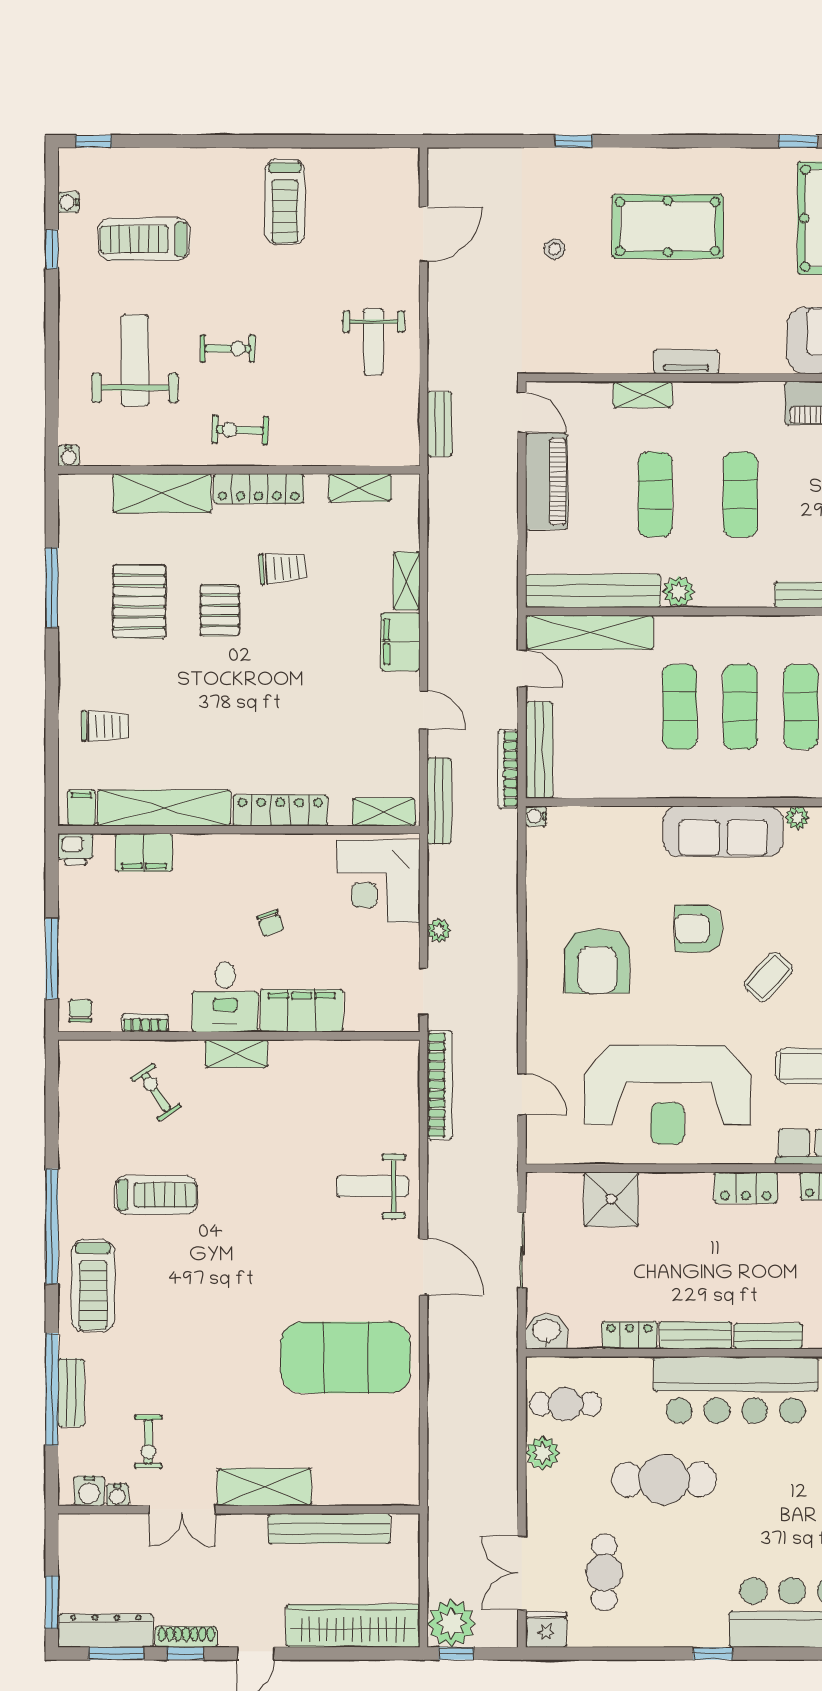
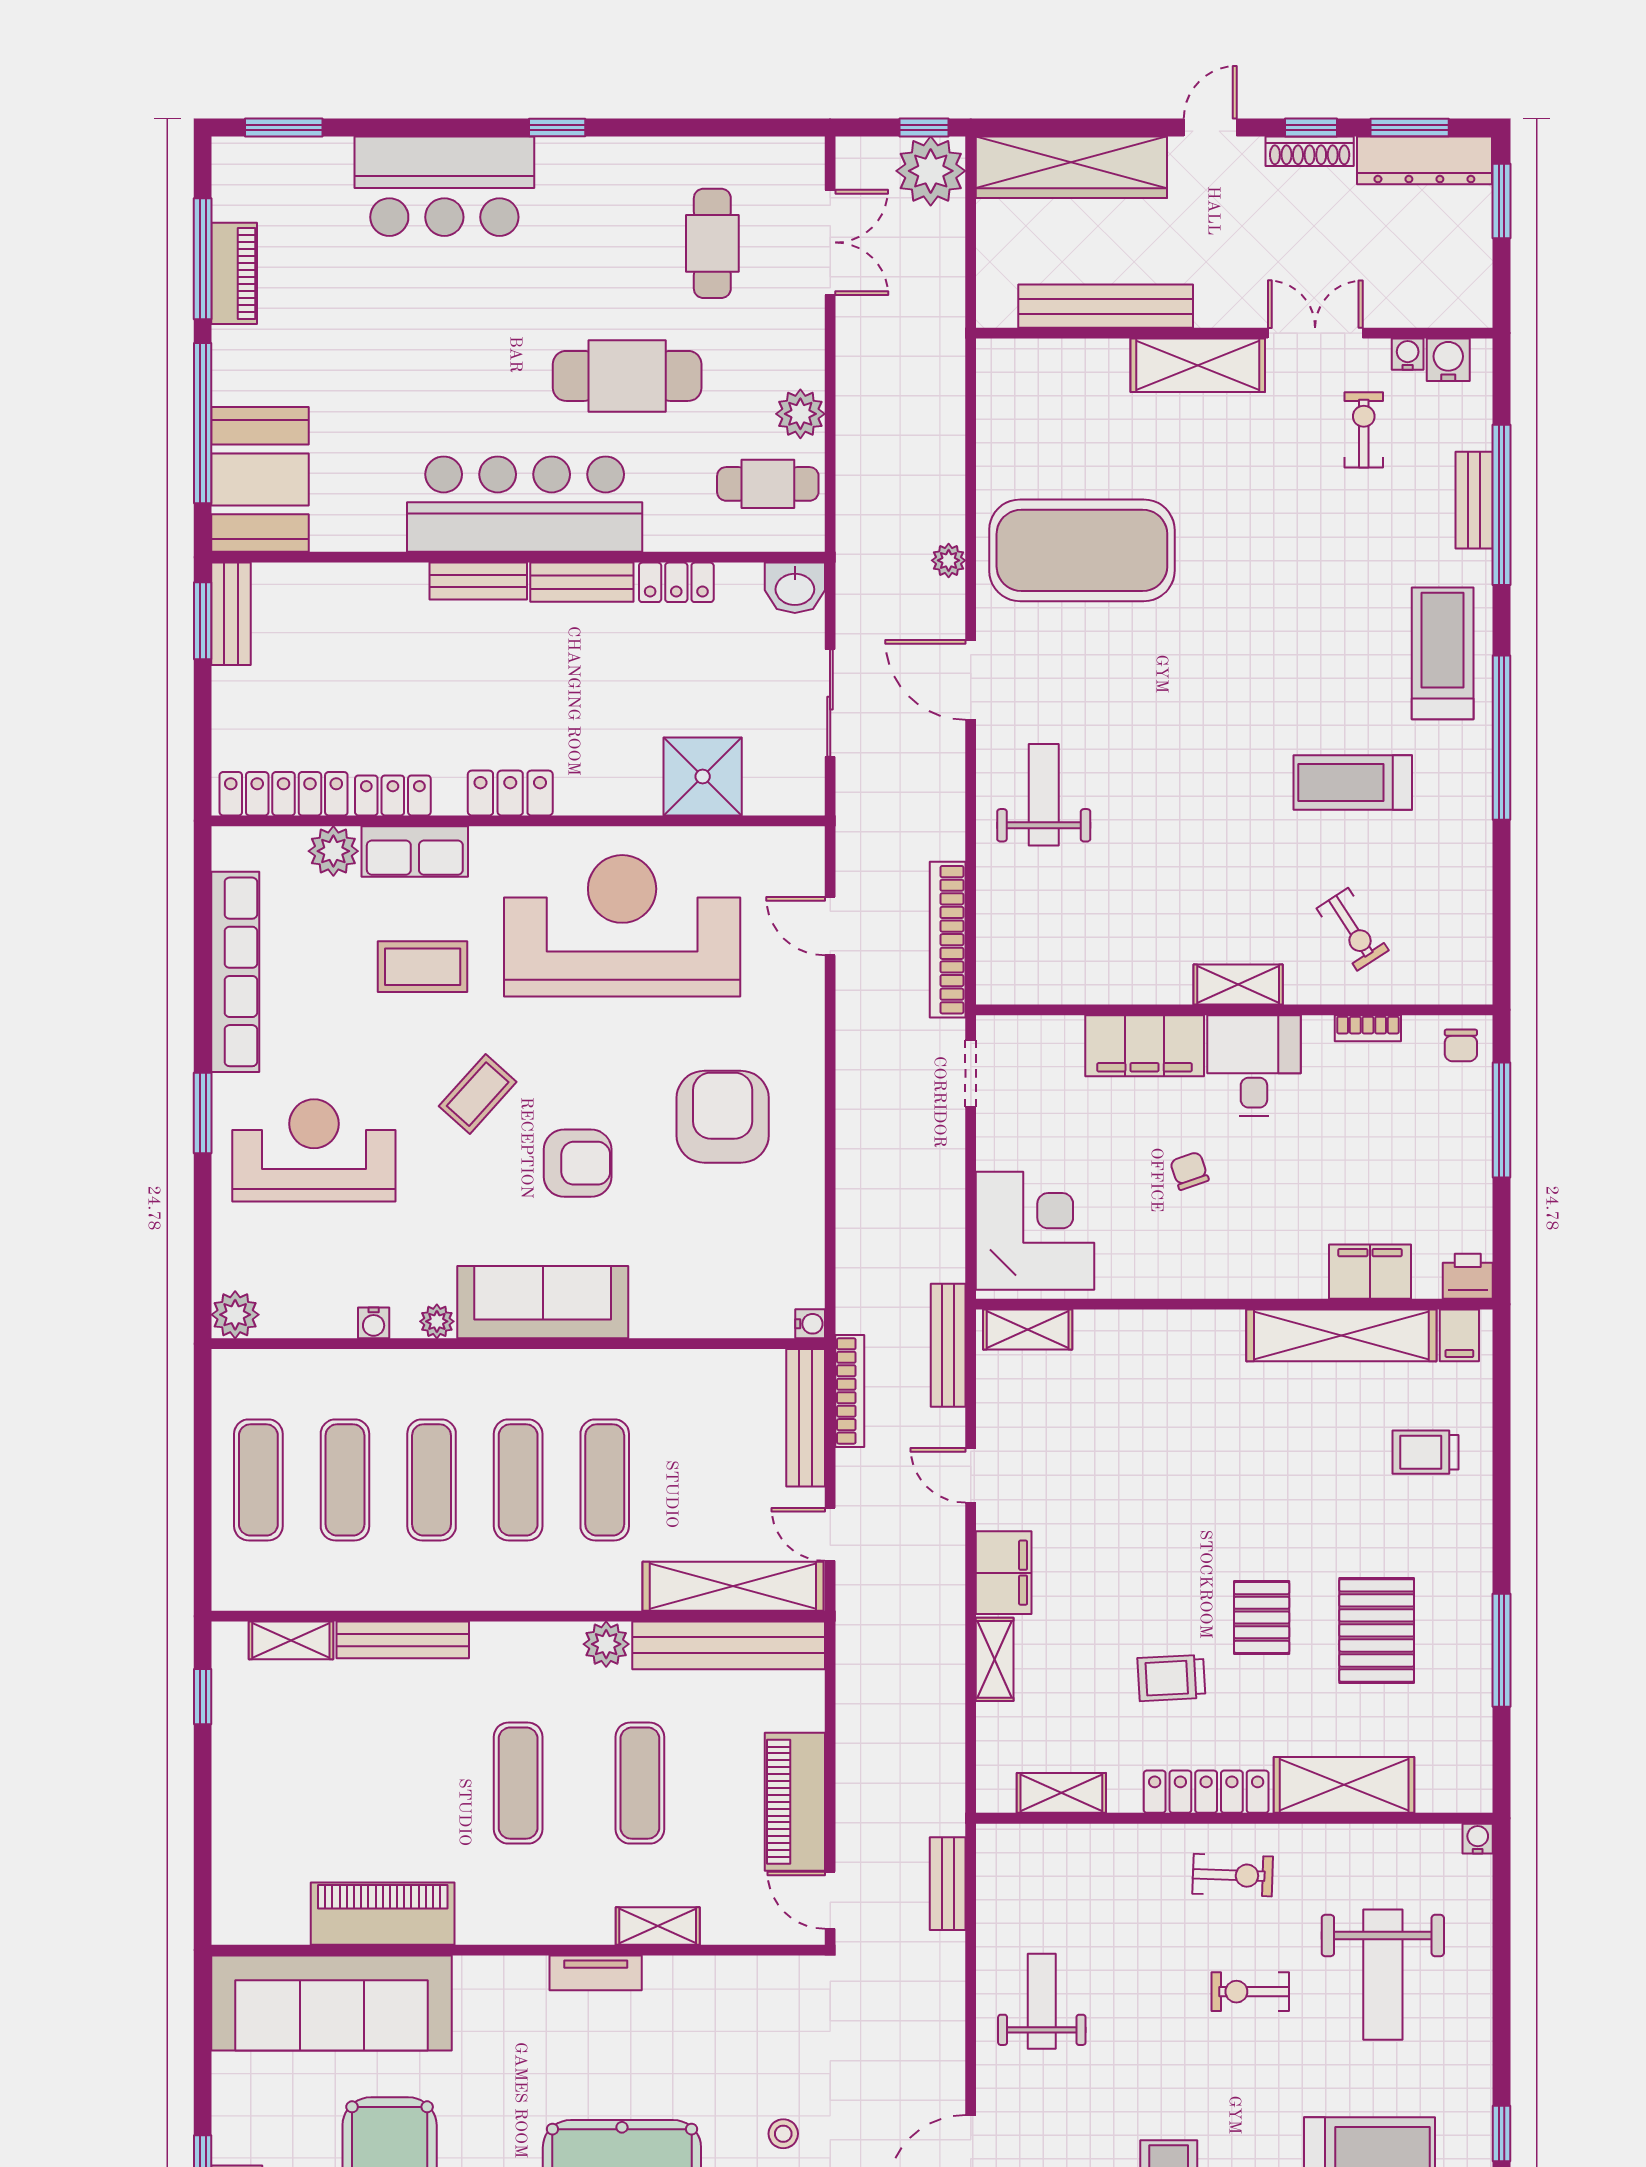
locker: (280, 810) -> (1175, 1332), removed
plant: (439, 931) -> (949, 560), moved
weight bench: (372, 1186) -> (1044, 795), turned -90
fridge: (546, 1630) -> (795, 162), removed

